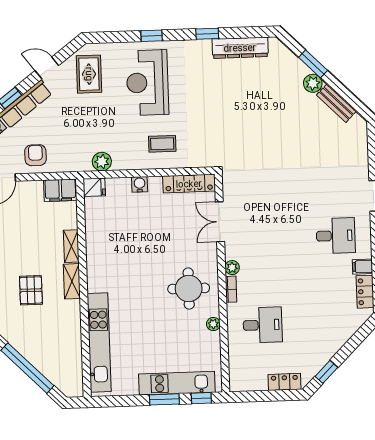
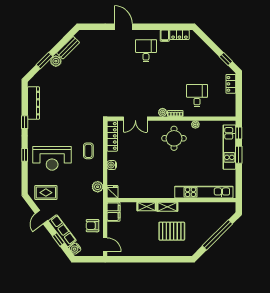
pallet: (31, 290) -> (172, 231), width x1.50, depth x1.42

